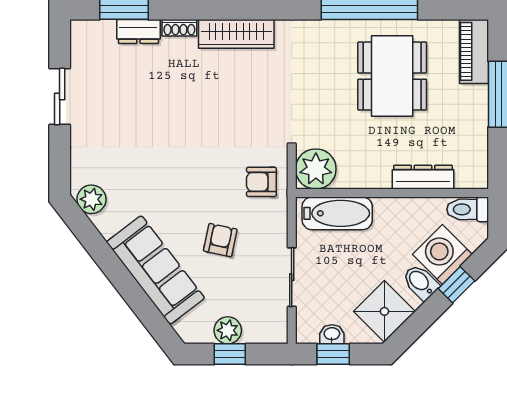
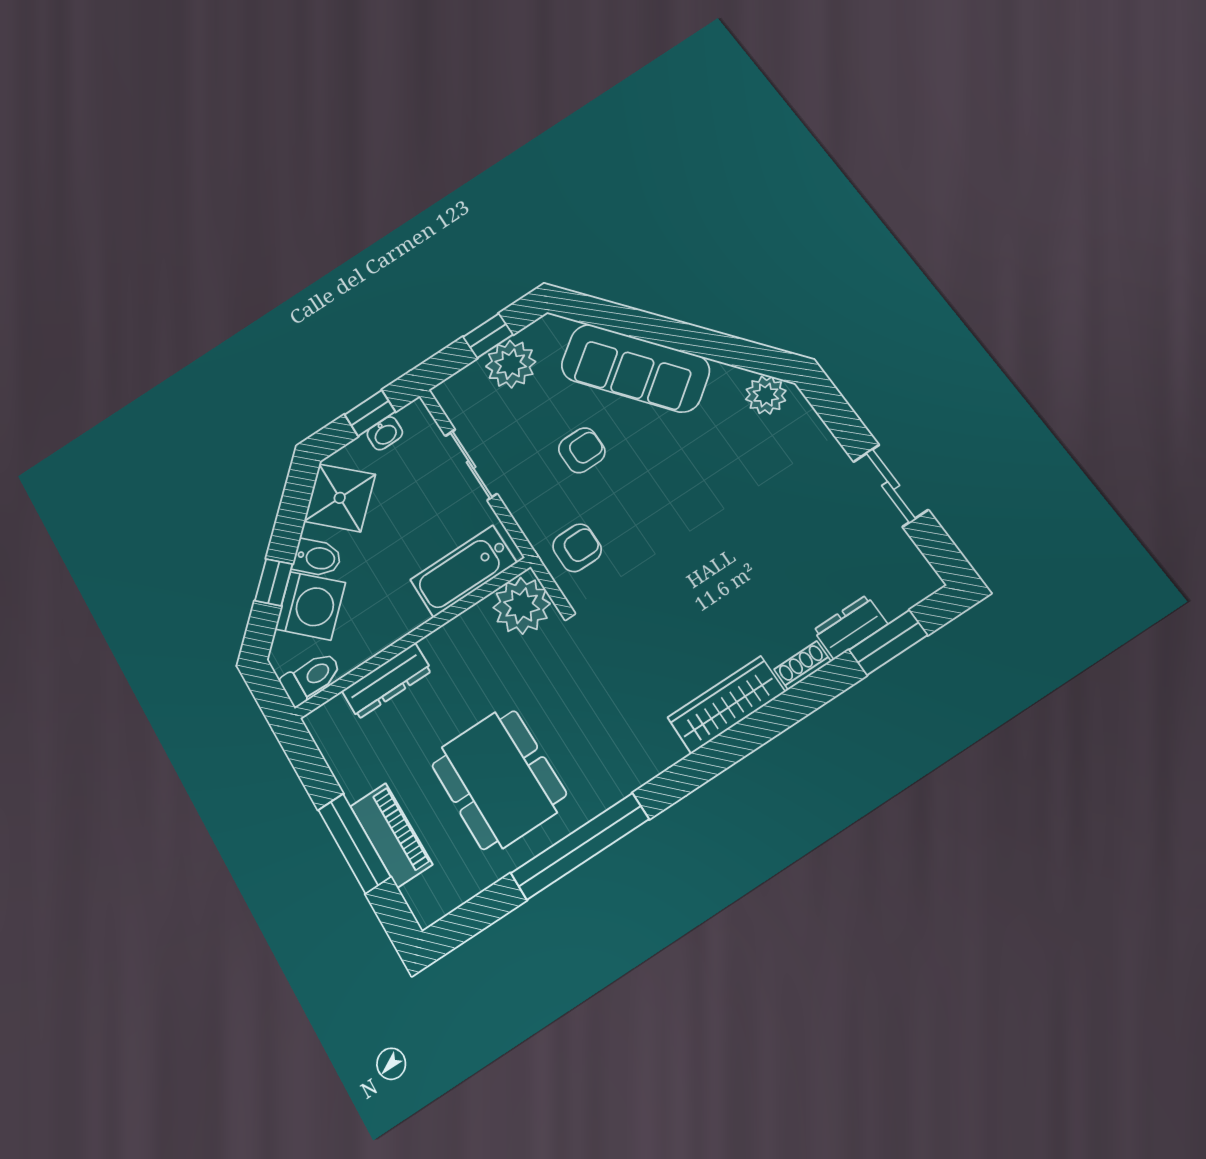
piano: (474, 51) -> (391, 835), moved
armchair: (220, 240) -> (582, 450), turned -102
plant: (228, 330) -> (511, 364), width x1.36, depth x1.36

